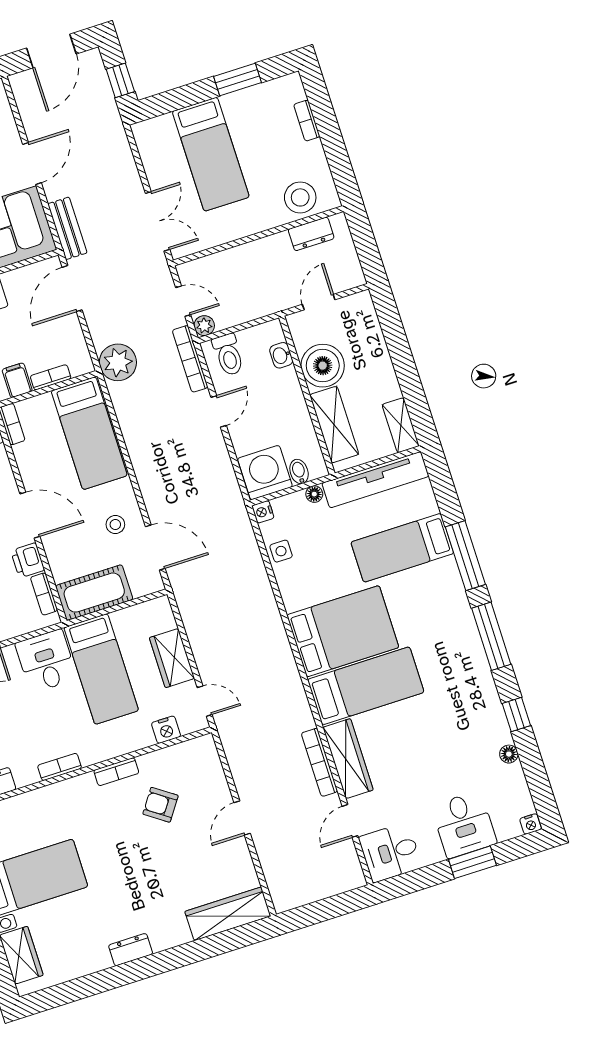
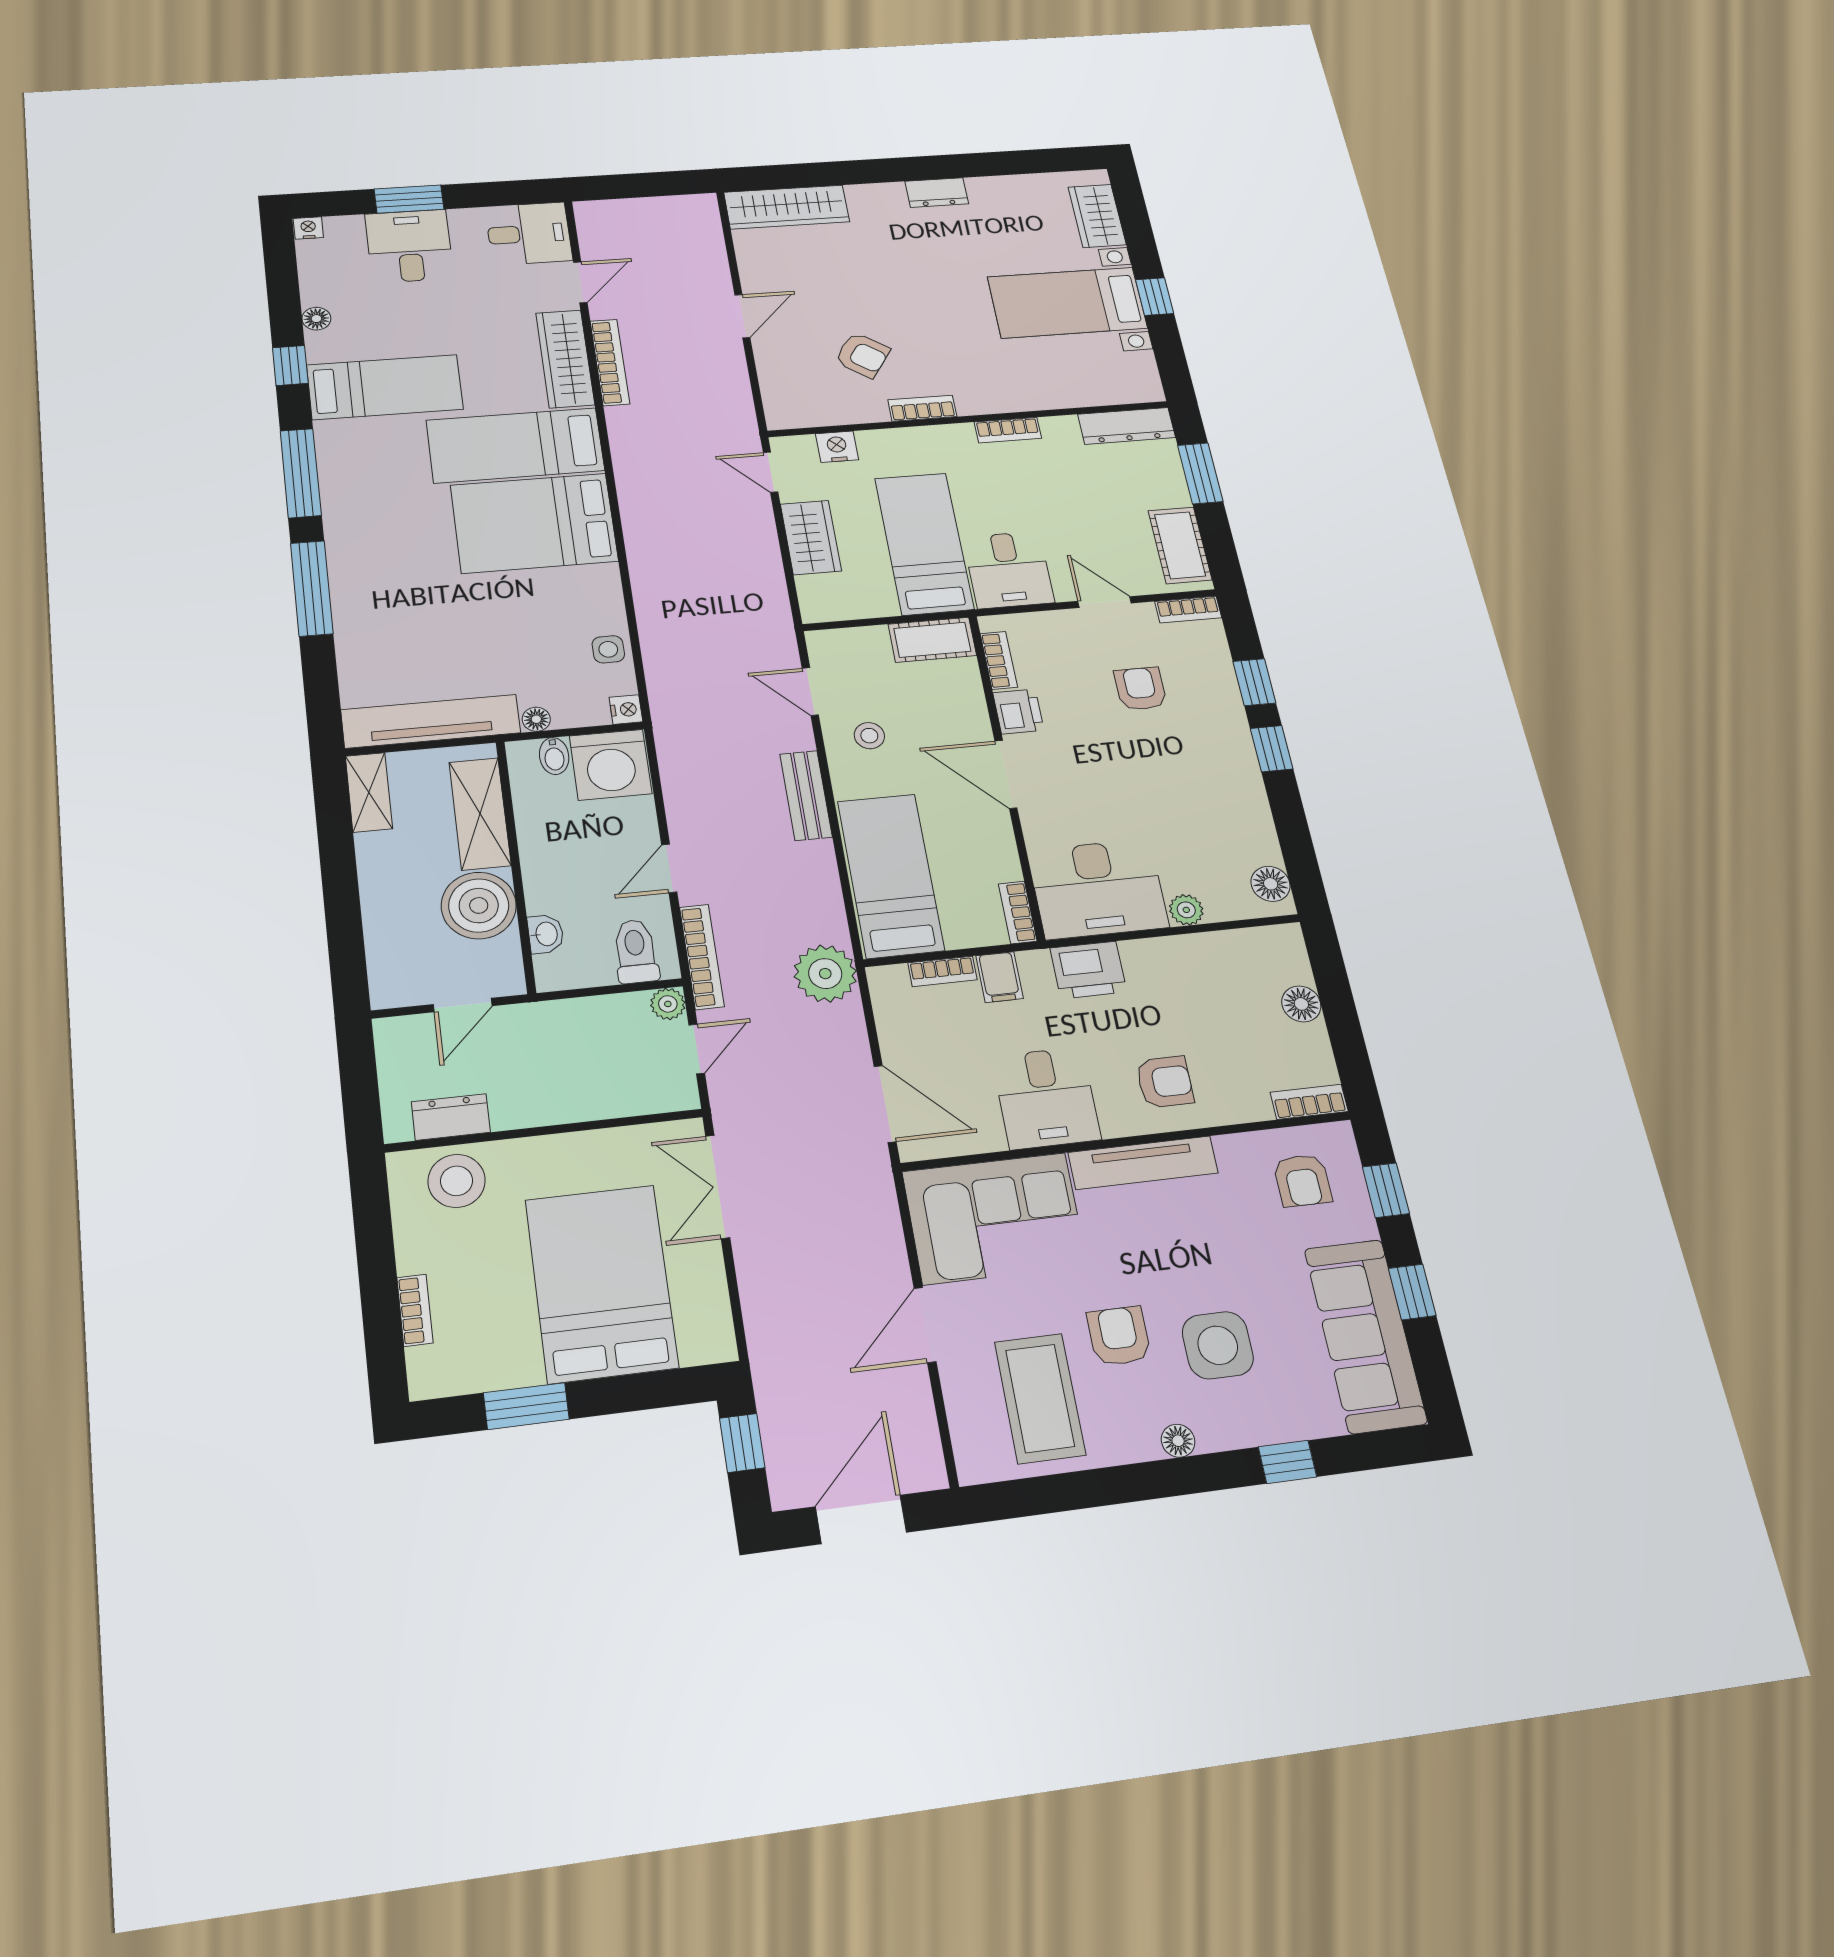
bed: (211, 154) -> (601, 1283), width x1.50
bench: (67, 228) -> (806, 795), moved
door: (72, 289) -> (885, 1104), hinge flipped
door: (183, 301) -> (697, 1049), swing flipped
door: (155, 547) -> (810, 692), width x0.73
bed: (402, 548) -> (385, 387), moved
cot: (94, 593) -> (932, 640), width x0.73, depth x0.75

